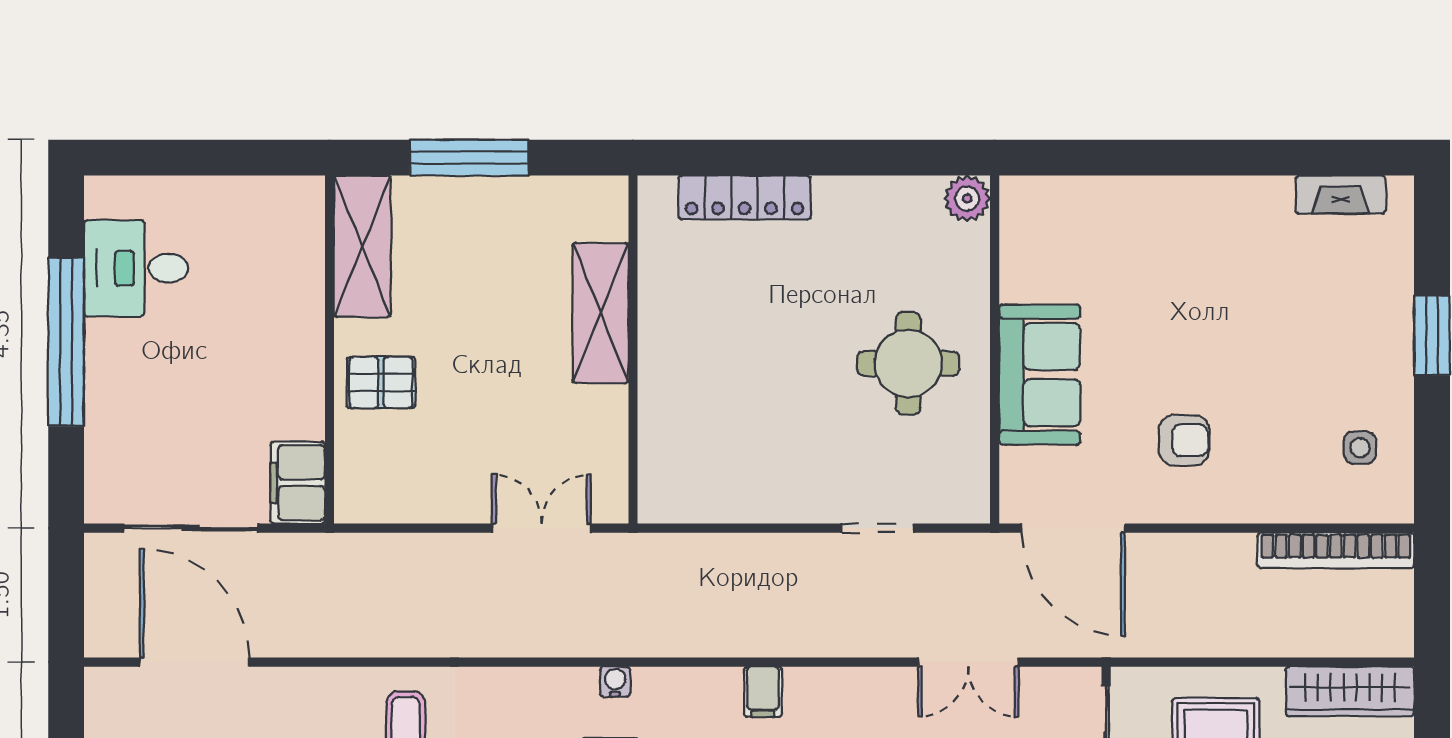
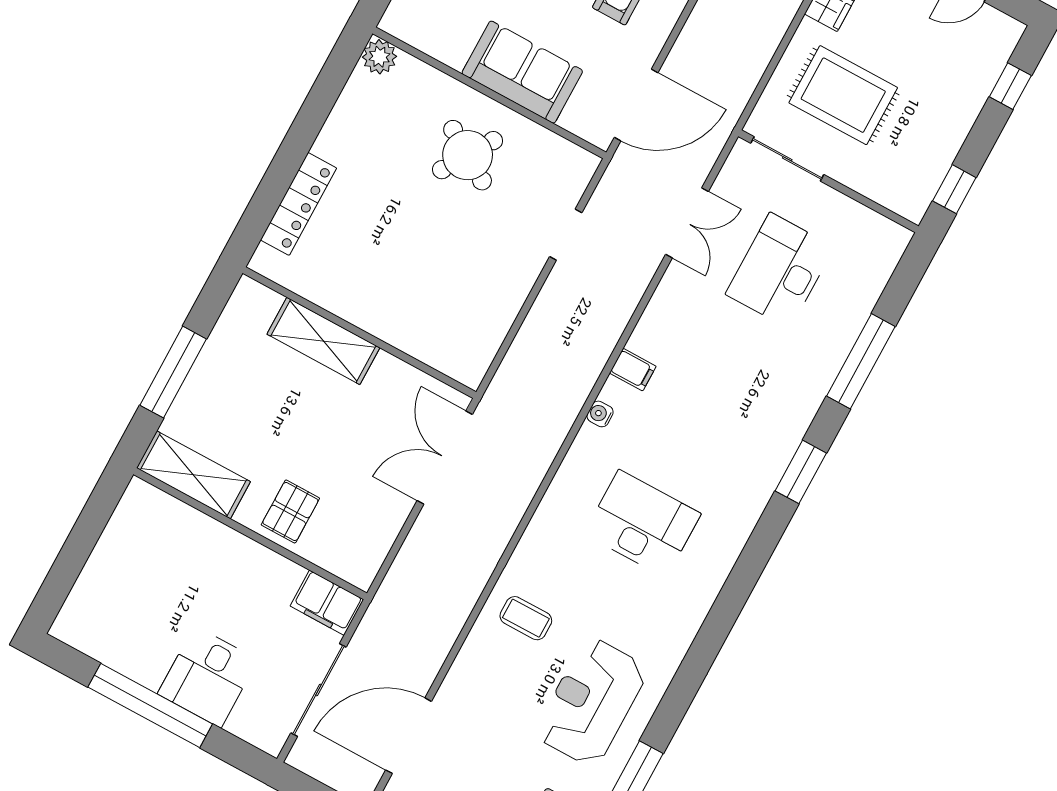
desk: (136, 268) -> (208, 677), moved
round table: (908, 363) -> (468, 155), turned 32
double door: (542, 528) -> (445, 457), width x1.37
water cooler: (615, 682) -> (600, 414), moved

